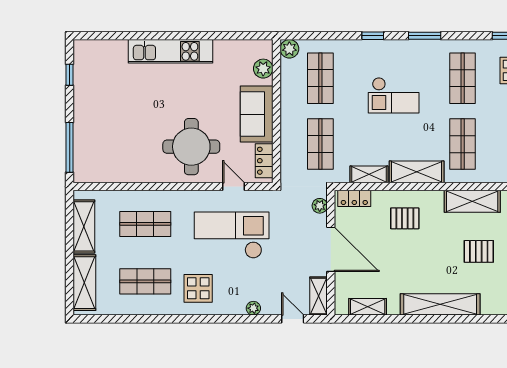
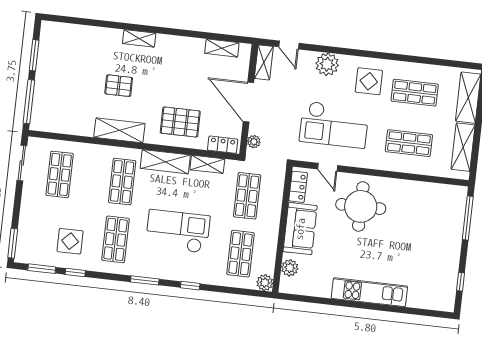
checkout: (394, 95) -> (178, 231), width x1.36, depth x1.21
pallet: (405, 218) -> (180, 122), width x1.50, depth x1.42
shelving: (440, 304) -> (139, 38), width x0.45, depth x0.75
plant: (253, 308) -> (327, 64), width x1.88, depth x1.88

